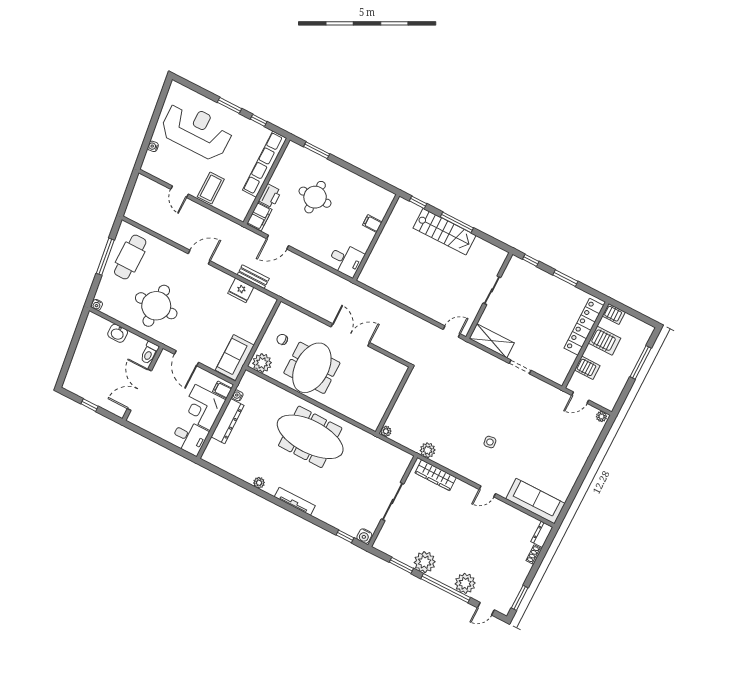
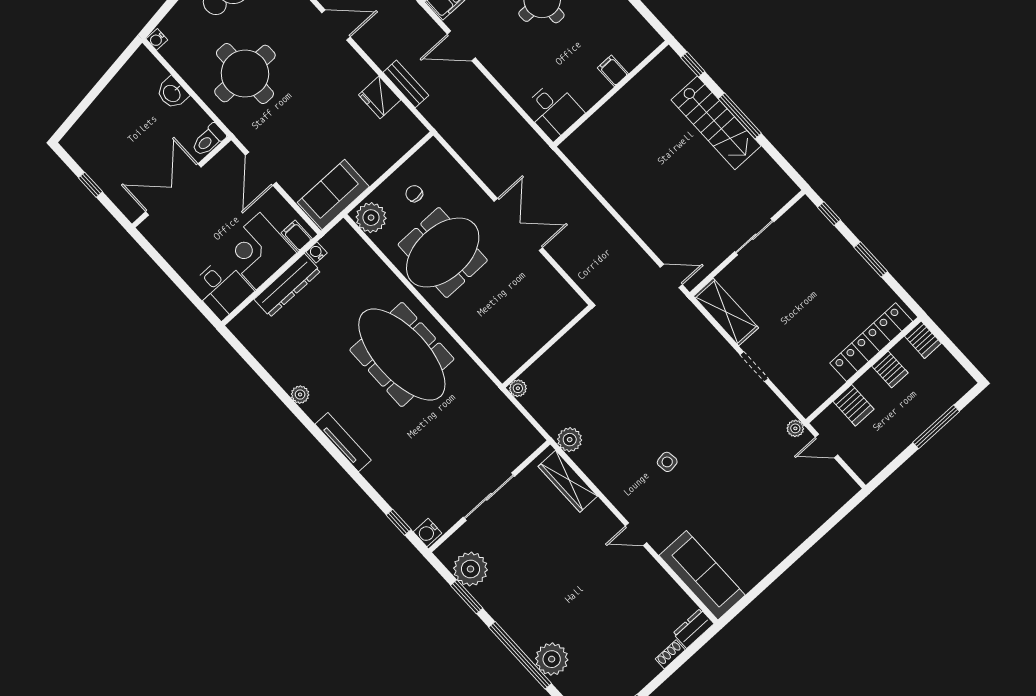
server rack: (605, 341) -> (890, 369), width x0.73, depth x0.70
plant: (601, 416) -> (795, 428), moved
plant: (425, 562) -> (470, 569), moved

